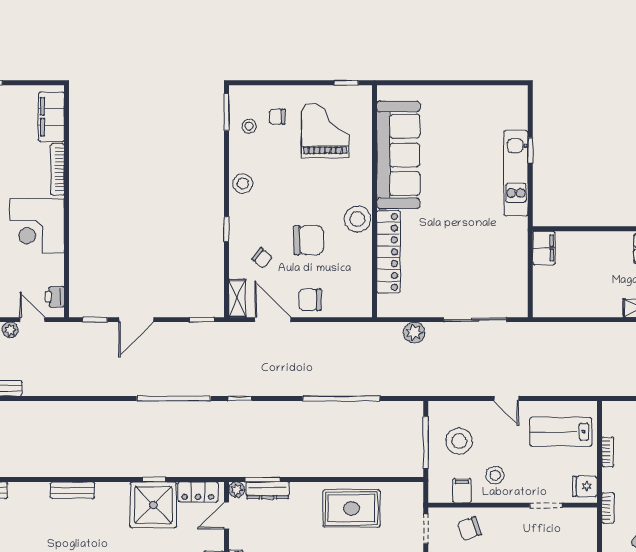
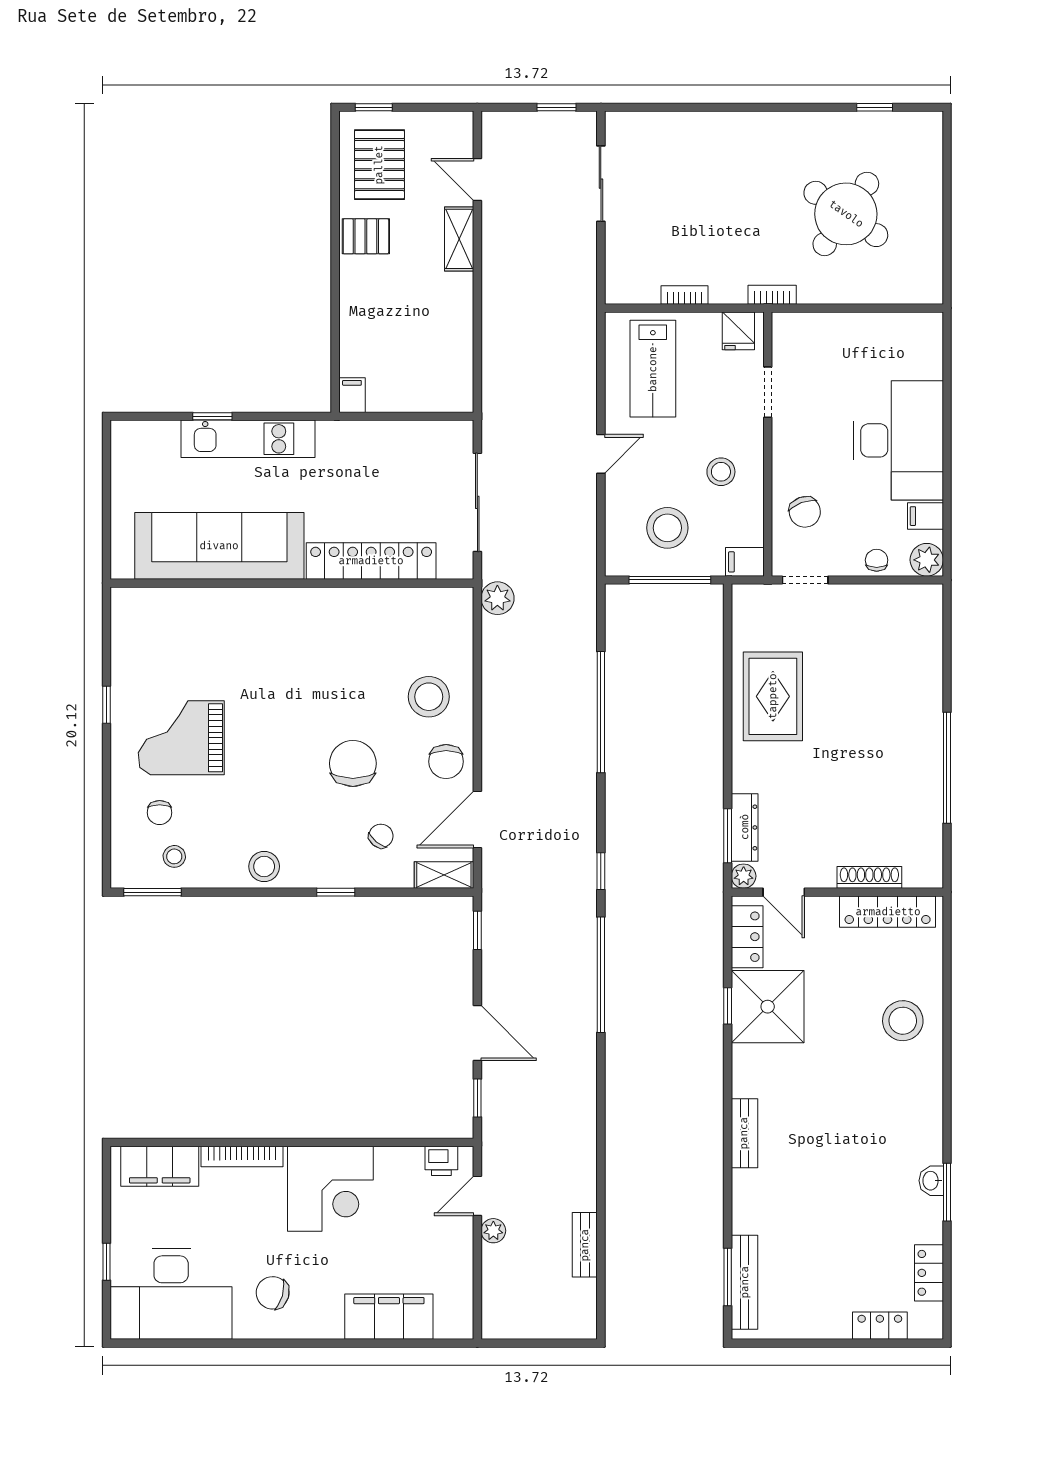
sofa: (398, 155) -> (219, 546), moved
wall: (374, 201) -> (292, 583), moved
stool: (357, 219) -> (429, 697), moved
filing cabinet: (544, 248) -> (352, 395), width x0.50
locker: (389, 252) -> (371, 561), moved
filing cabinet: (462, 490) -> (745, 562), moved

